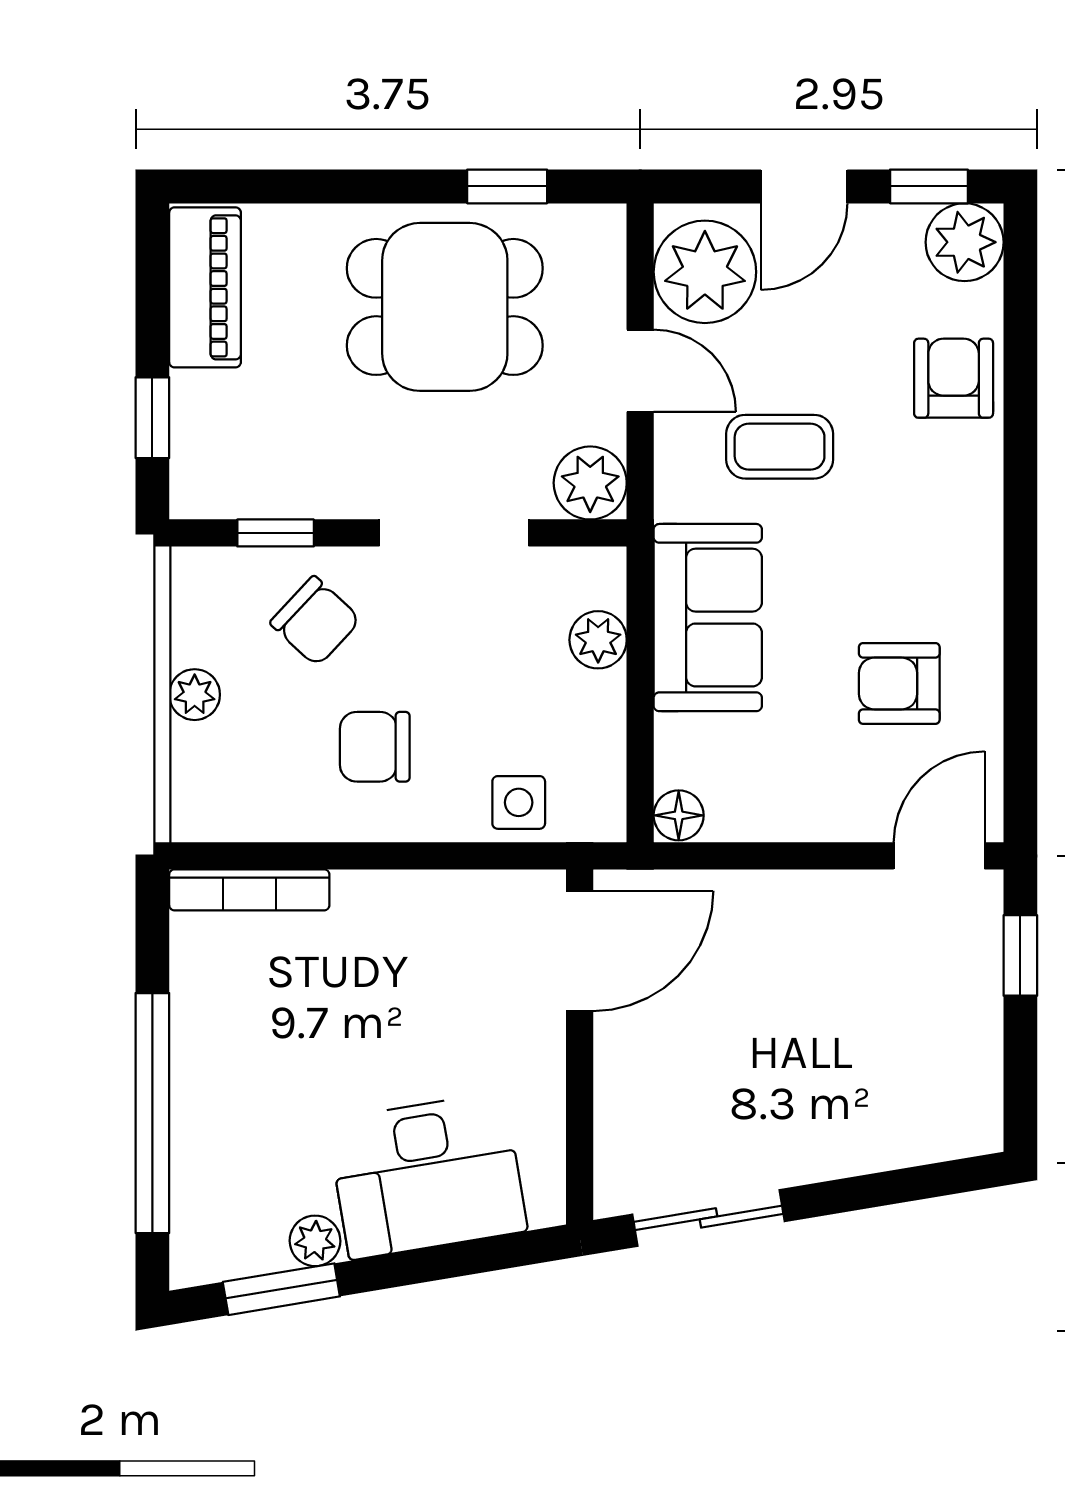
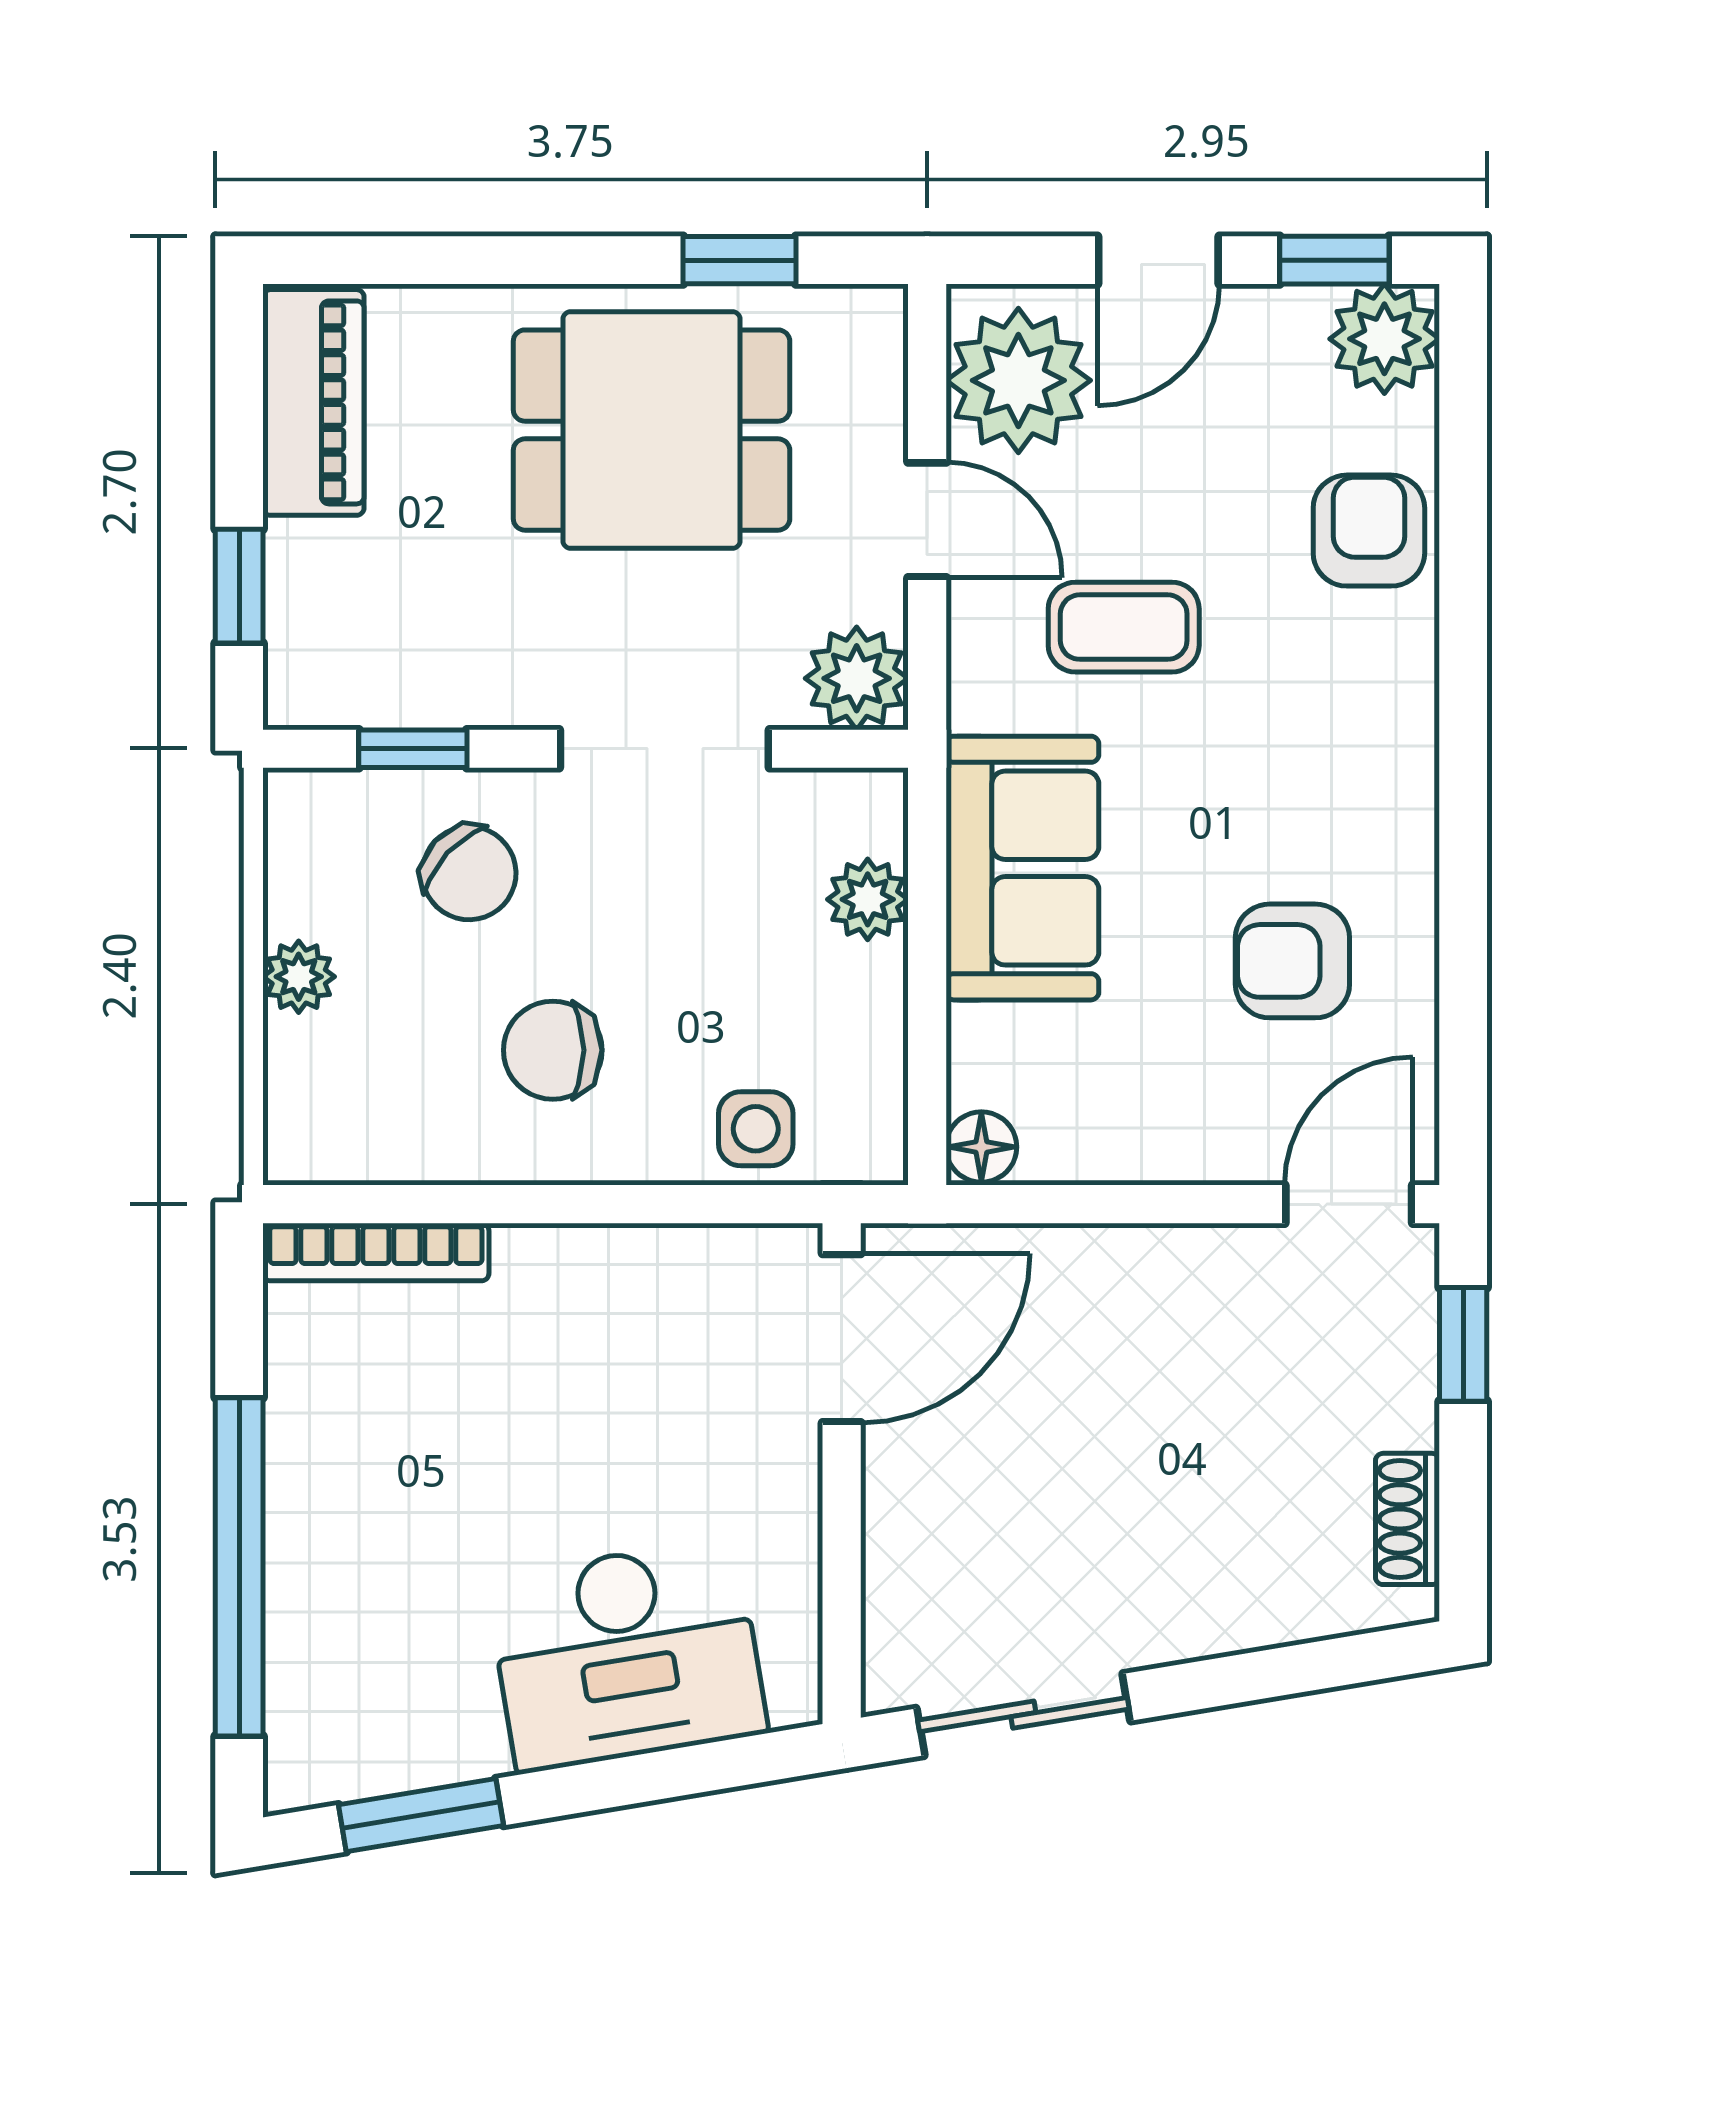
shoe rack: (981, 1079) -> (1408, 1519), added
plant: (315, 1241) -> (469, 1747), removed

